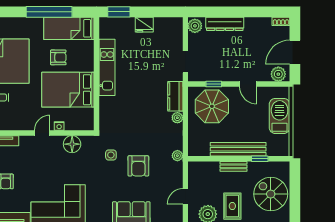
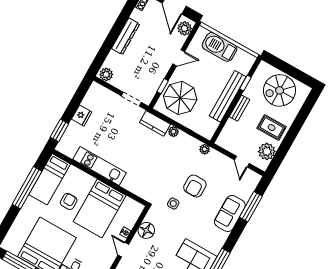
dresser: (225, 24) -> (126, 36), moved
armchair: (138, 166) -> (195, 186), turned 90

